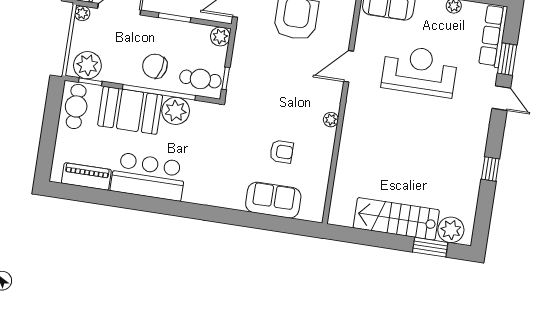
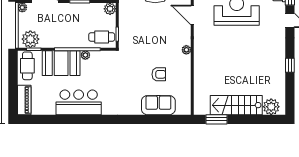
chair: (155, 66) -> (72, 33), removed
door: (349, 66) -> (192, 15), hinge flipped
plant: (176, 111) -> (85, 55), width x0.53, depth x0.53
piano: (86, 176) -> (24, 100), moved, turned 90
window: (430, 247) -> (216, 119), moved

